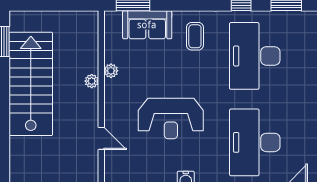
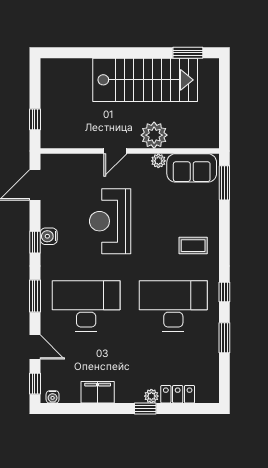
sofa: (147, 25) -> (192, 168), moved, turned -90
plant: (92, 81) -> (154, 135), width x1.88, depth x1.88
door: (101, 138) -> (115, 151), moved

